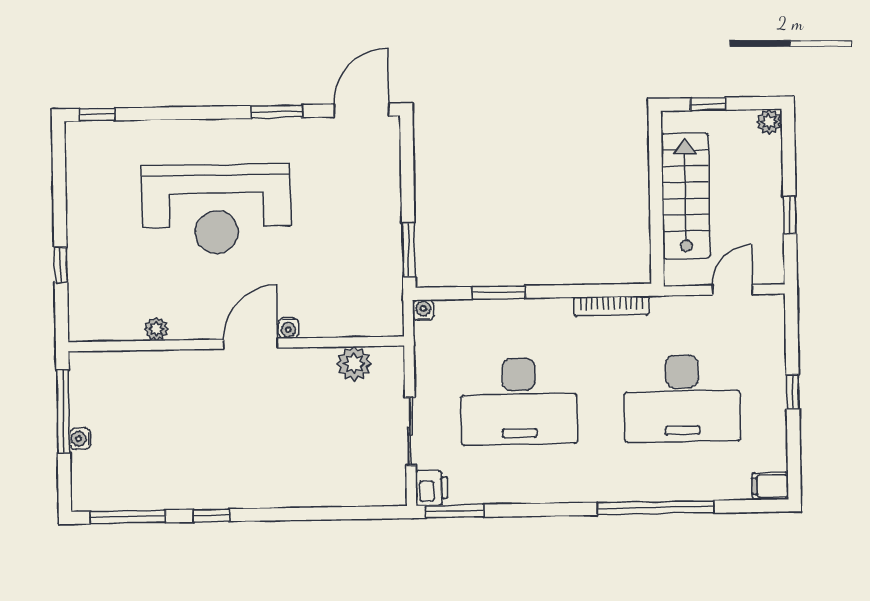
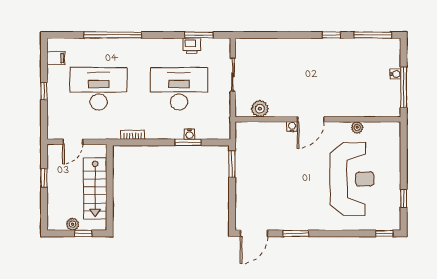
plant: (769, 122) -> (73, 224), moved
reception desk: (216, 209) -> (352, 179), moved, turned 90
window: (61, 265) -> (404, 198), moved
bookcase: (611, 306) -> (133, 135), width x0.64
water cooler: (423, 310) -> (190, 134), moved
filing cabinet: (770, 486) -> (56, 58), moved
printer: (432, 488) -> (192, 46), moved, turned -90
window: (455, 511) -> (199, 35), moved

